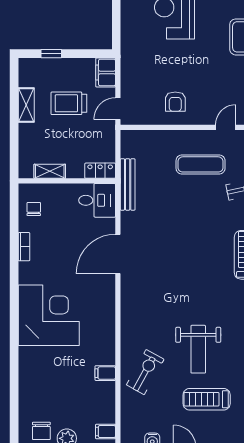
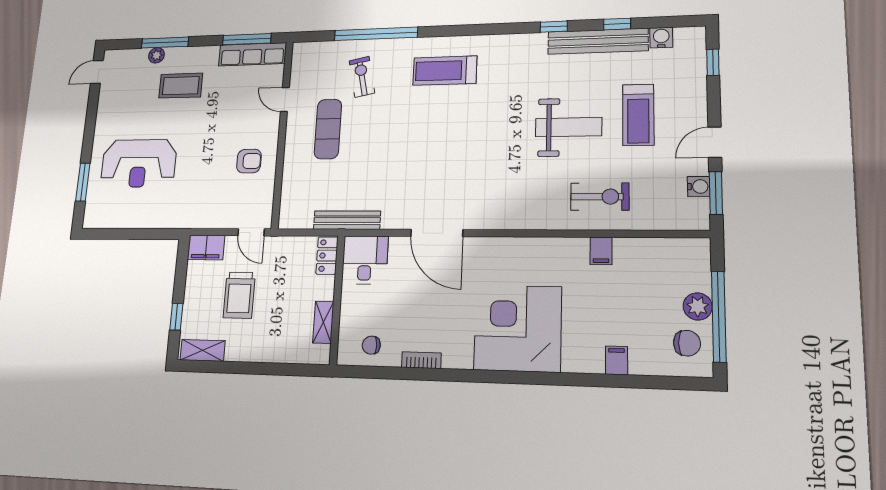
shelving: (26, 105) -> (203, 350), moved
exercise bike: (145, 372) -> (600, 197), turned 151
filing cabinet: (106, 432) -> (617, 360), moved, turned 180

